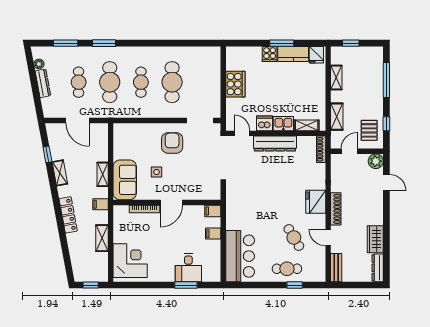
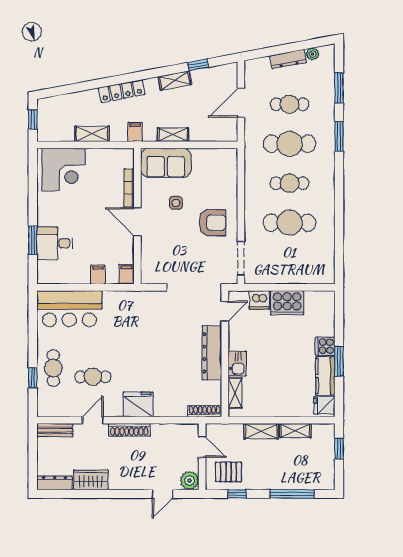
shelving: (337, 117) -> (261, 431), moved
dishwasher: (264, 123) -> (259, 300), moved, turned 90
cafe table: (294, 237) -> (93, 377), turned 31

